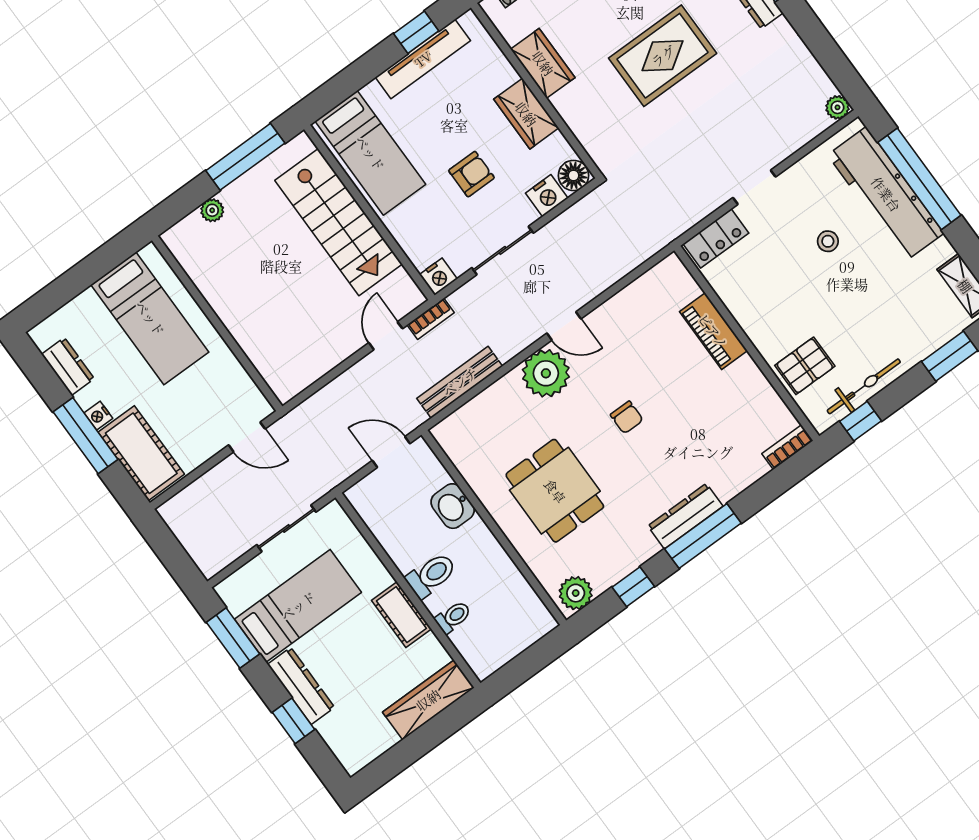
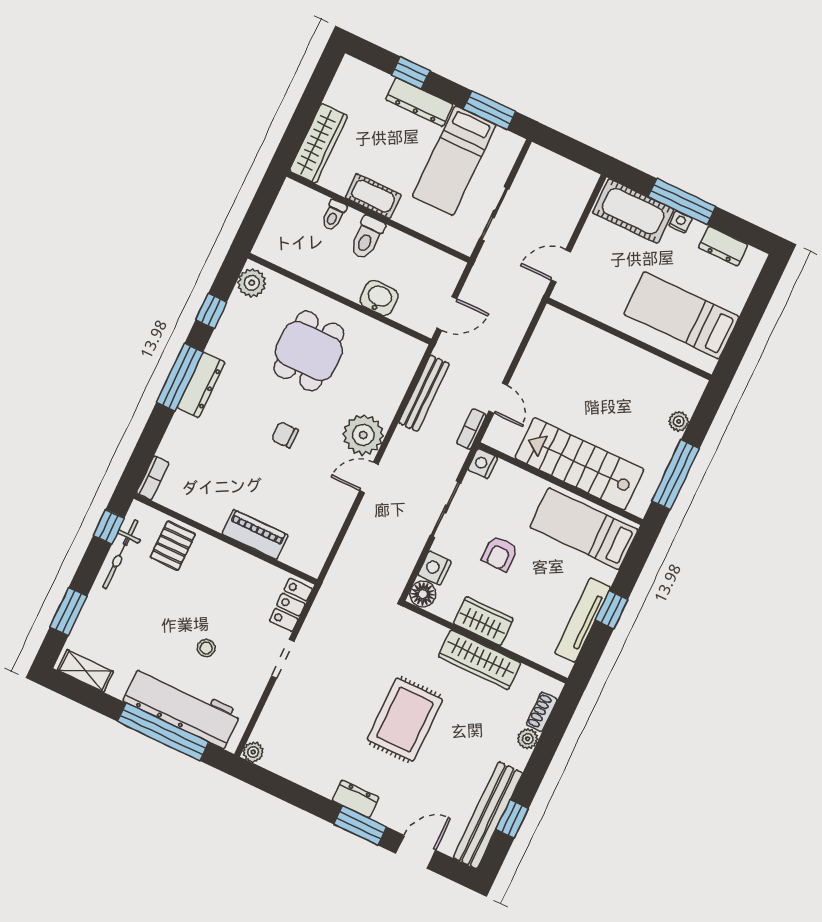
window: (416, 32) -> (612, 610), moved
wardrobe: (543, 63) -> (480, 660), width x1.50
dining table: (555, 491) -> (309, 351), turned 90

